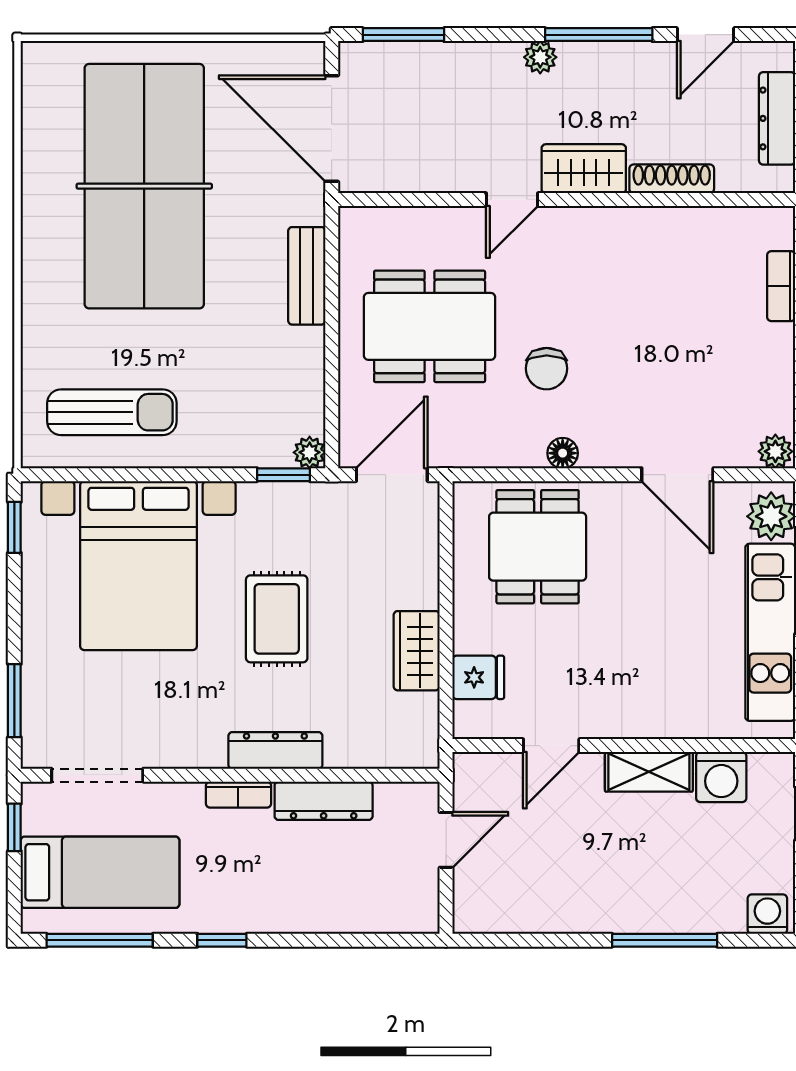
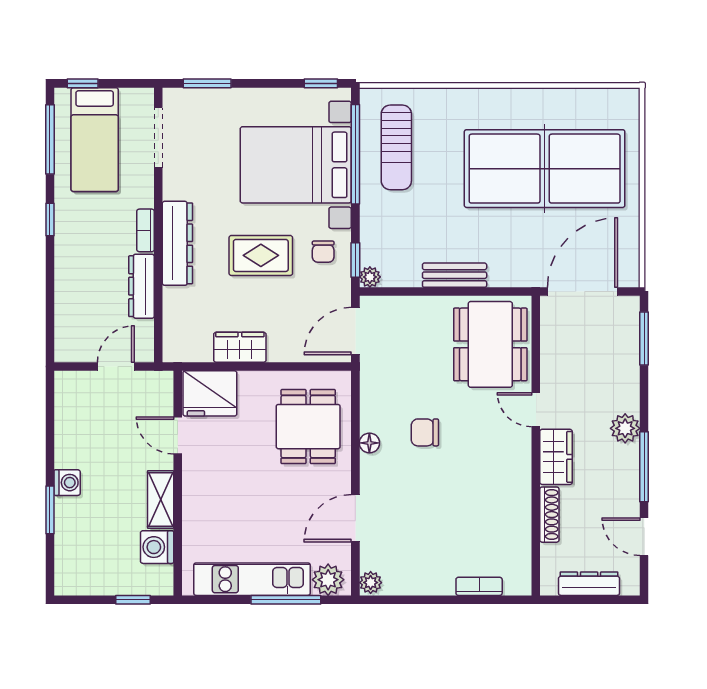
plant: (540, 57) -> (625, 428), width x1.38, depth x1.38
bench: (307, 276) -> (455, 275), moved
dining table: (430, 326) -> (490, 344), moved
window: (122, 475) -> (355, 154), added
door: (392, 475) -> (355, 331), swing flipped
chair: (271, 524) -> (323, 252), added
dining table: (538, 547) -> (308, 427), turned 90
fridge: (478, 677) -> (210, 393), width x1.88, depth x1.34
dresser: (275, 750) -> (177, 243), width x1.37, depth x1.24
window: (14, 827) -> (83, 83), moved
door: (446, 840) -> (116, 367), swing flipped
washing machine: (767, 914) -> (67, 483), moved
window: (665, 940) -> (50, 510), width x0.69

